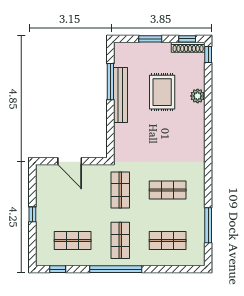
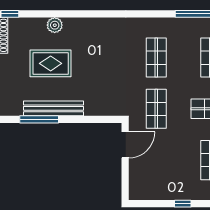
door: (70, 161) -> (125, 145), moved
shop shelf: (120, 190) -> (156, 109), turned 90

